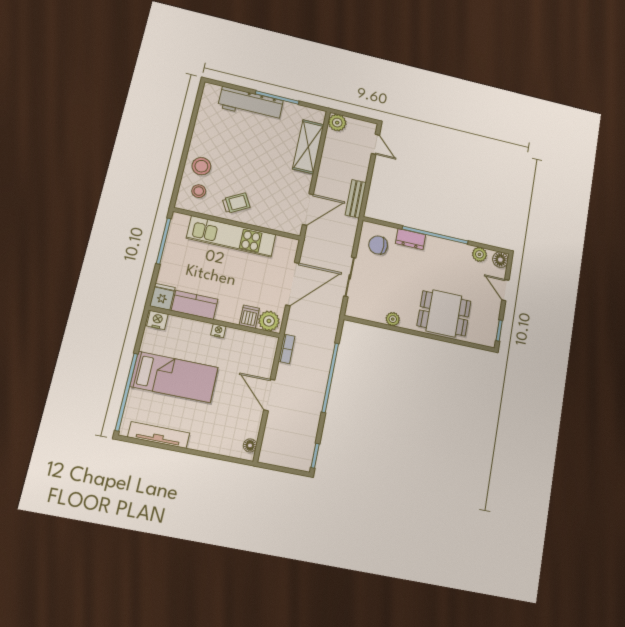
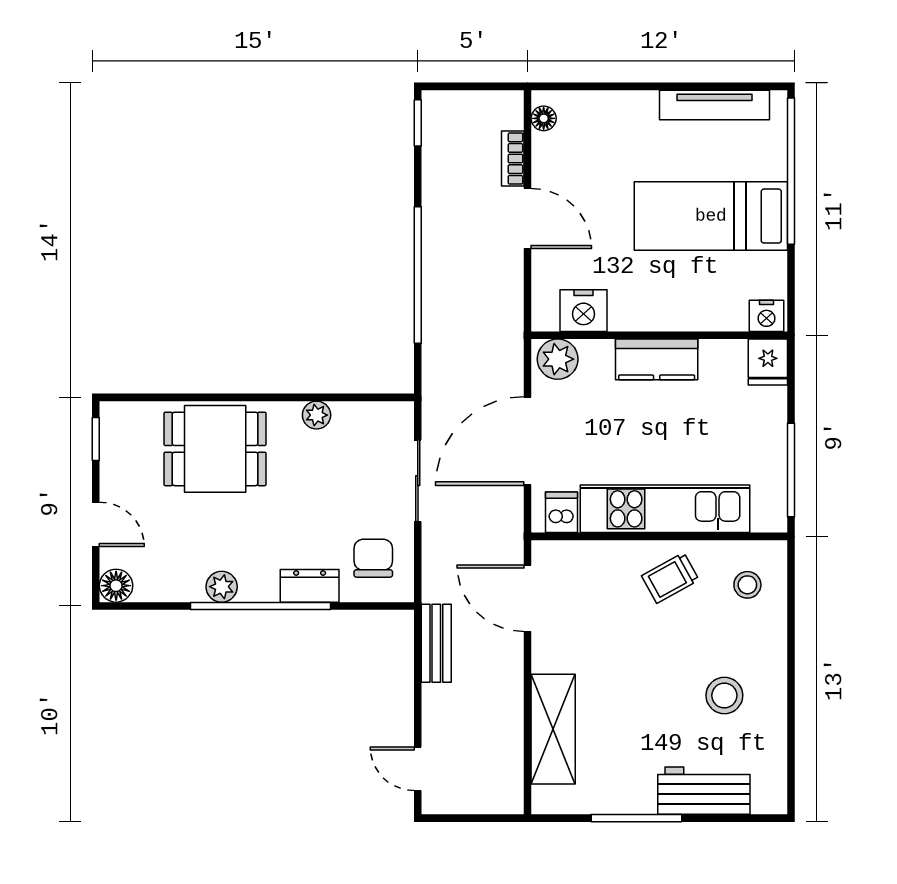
workbench: (251, 104) -> (704, 791), width x0.73
plant: (337, 123) -> (505, 796), removed
stool: (201, 166) -> (724, 695), moved
door: (308, 209) -> (528, 598), hinge flipped
chair: (378, 245) -> (373, 558), turned -90
plant: (479, 254) -> (222, 587), moved
kitchen counter: (195, 305) -> (657, 359), moved
dishwasher: (249, 317) -> (561, 512), moved, turned 180
nightstand: (218, 331) -> (583, 311), moved, width x1.89, depth x1.79
bookcase: (287, 349) -> (513, 159), moved

